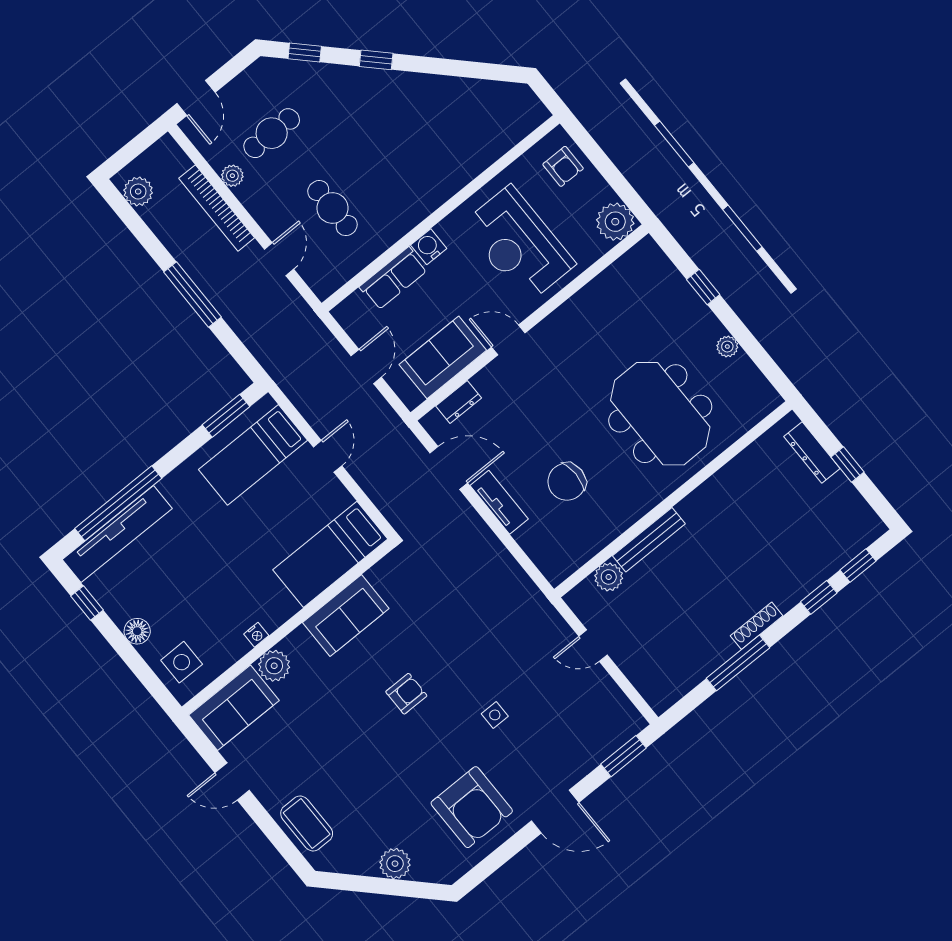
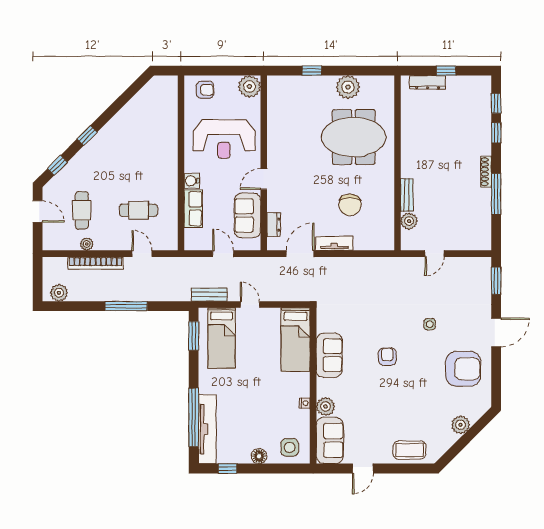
door: (196, 98) -> (38, 212), moved
plant: (727, 347) -> (348, 87), width x1.88, depth x1.88
bench: (297, 392) -> (209, 295), added
bench: (649, 540) -> (407, 195), width x0.73

